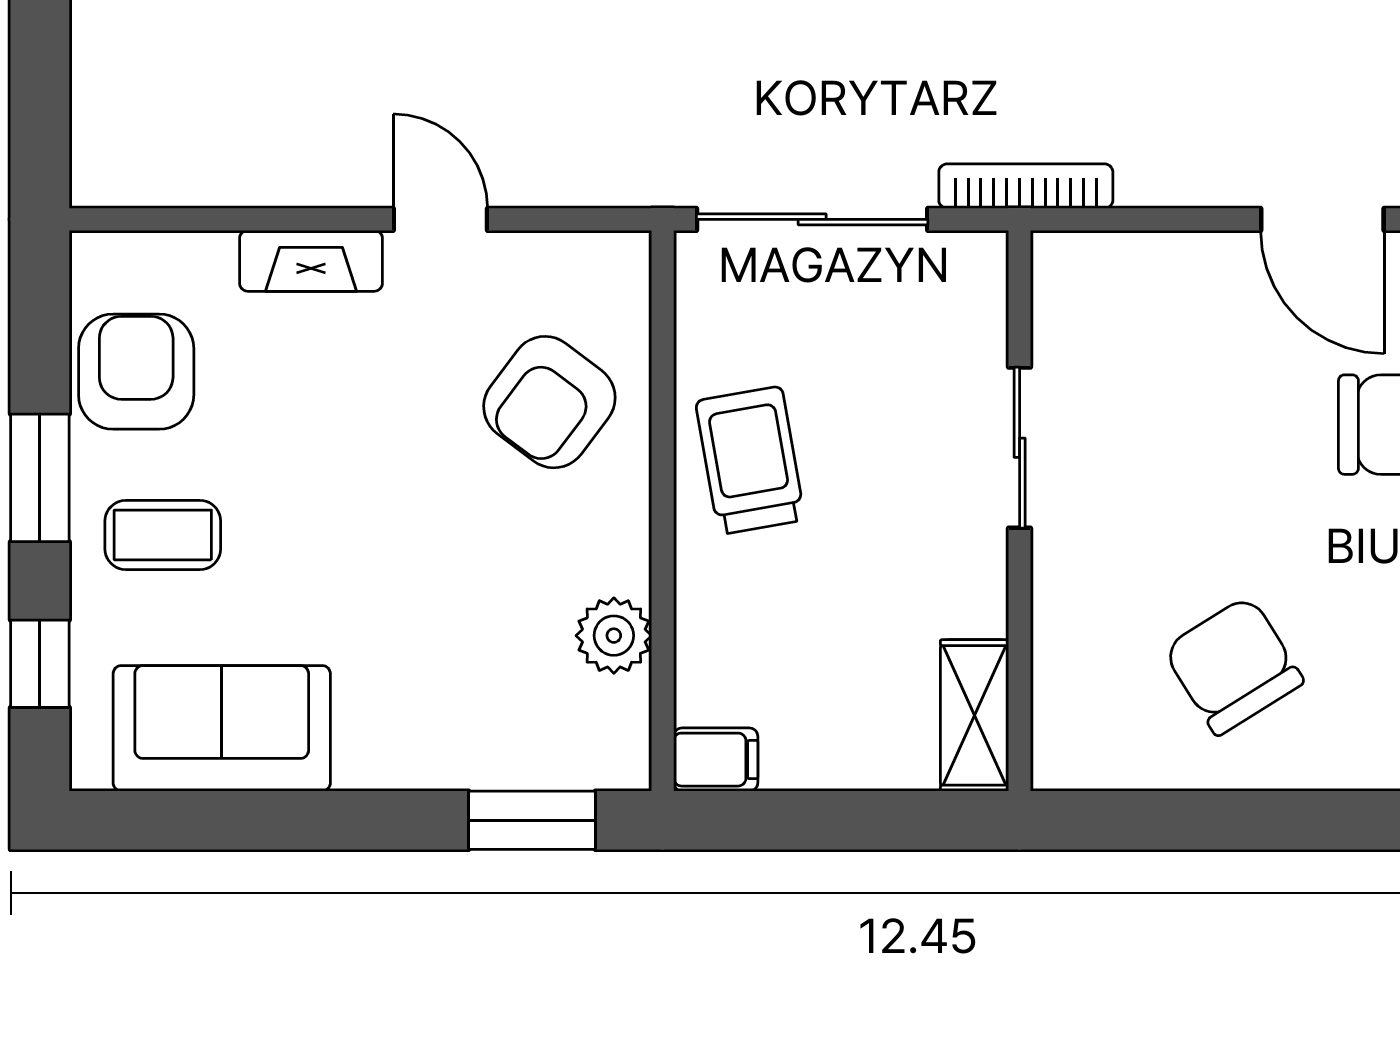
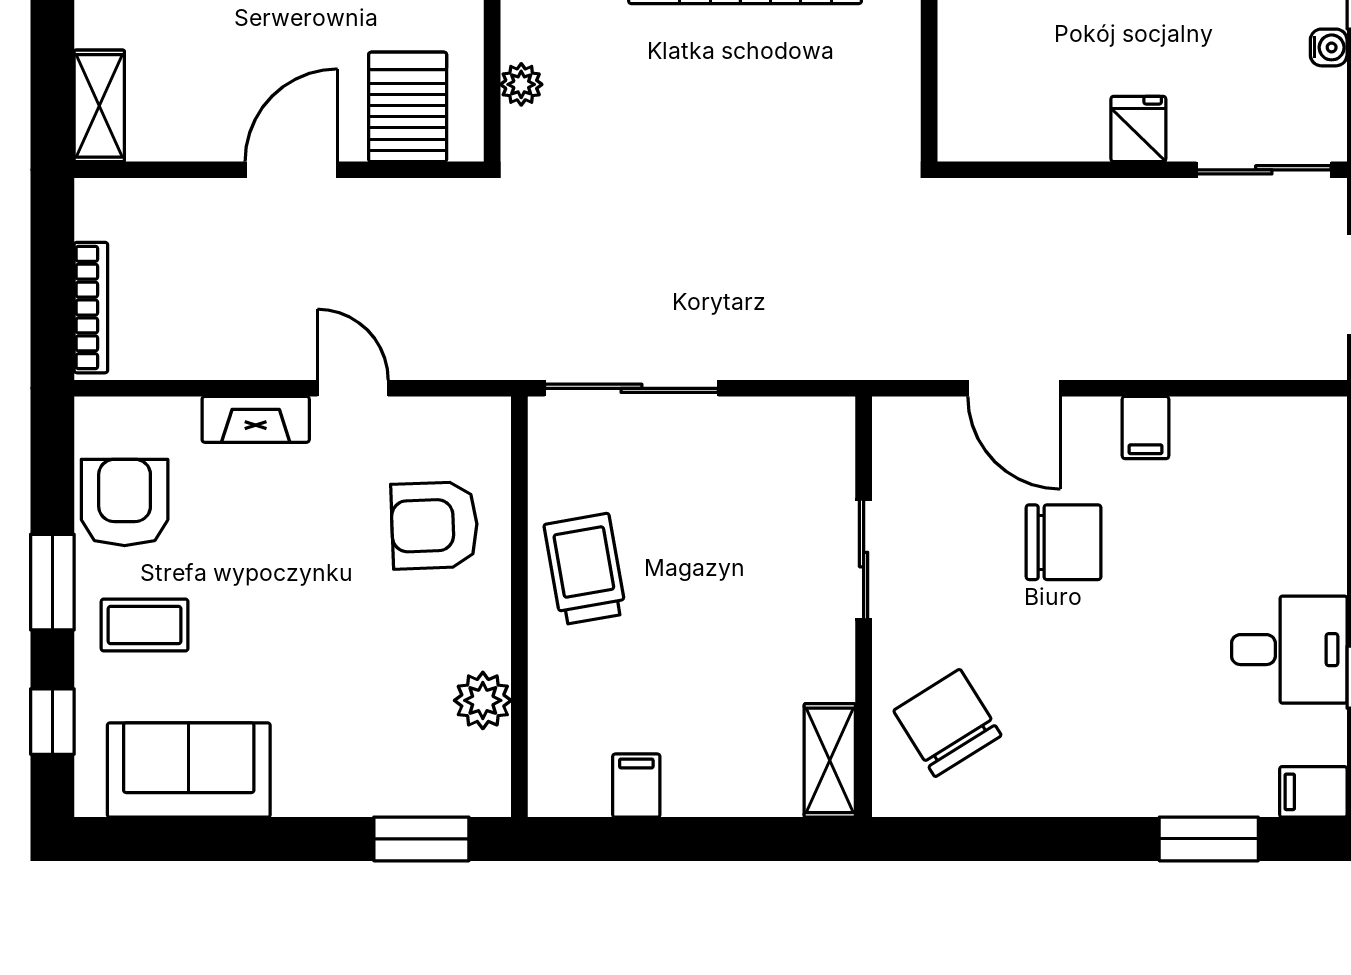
bookcase: (1026, 186) -> (91, 308), moved, turned 90
armchair: (549, 402) -> (434, 525), turned 51
sliding door: (1020, 448) -> (864, 560), moved
wall: (1020, 511) -> (864, 607), moved
shelving: (975, 715) -> (830, 760), moved
filing cabinet: (716, 760) -> (636, 786), moved, turned -90

